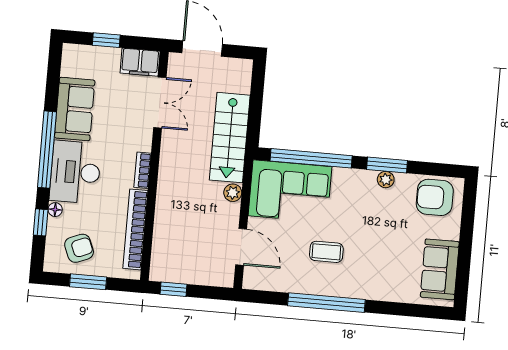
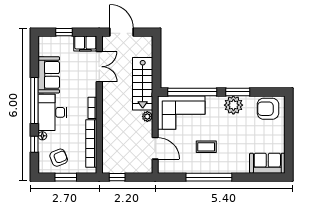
plant: (386, 180) -> (233, 105), width x1.88, depth x1.88
sofa: (440, 269) -> (267, 163), moved, turned 90

